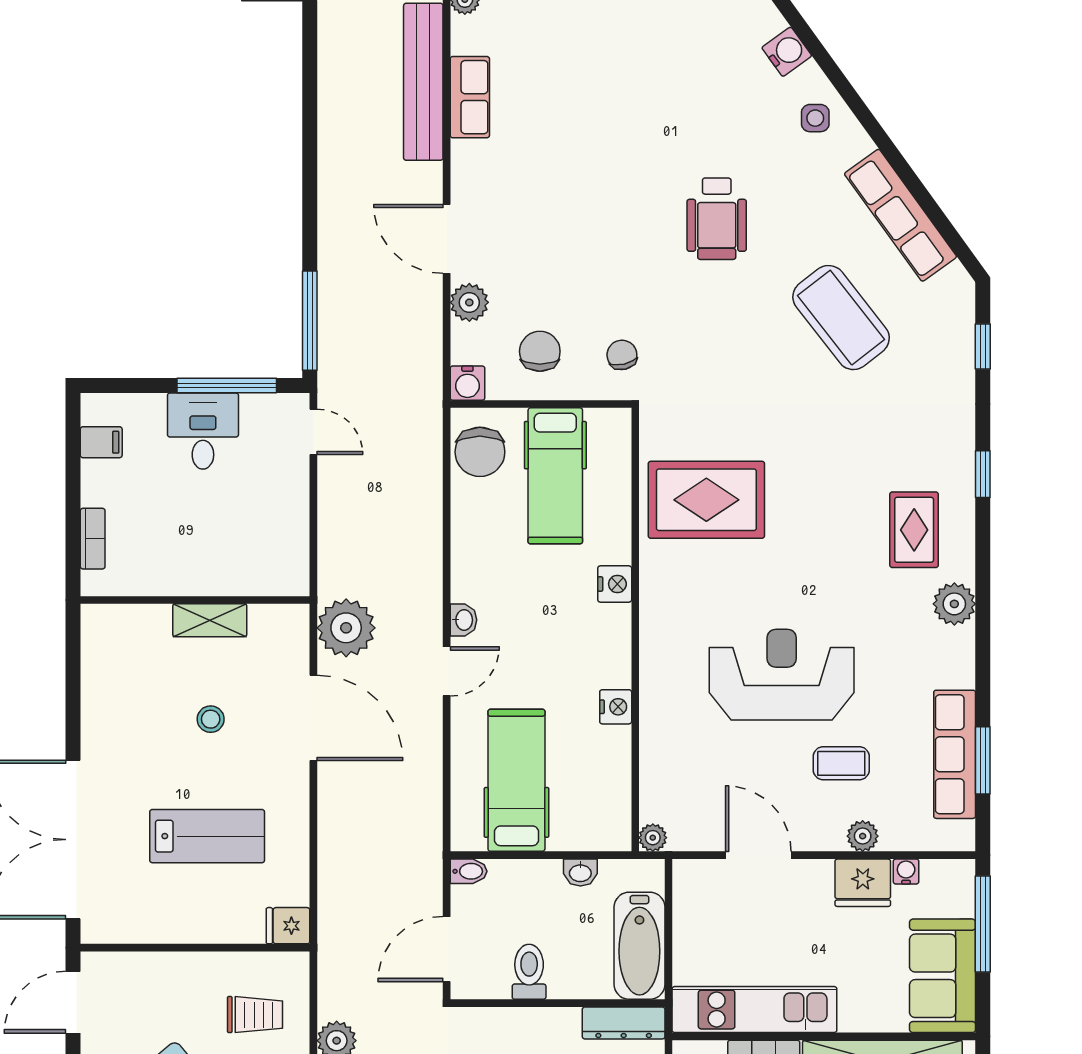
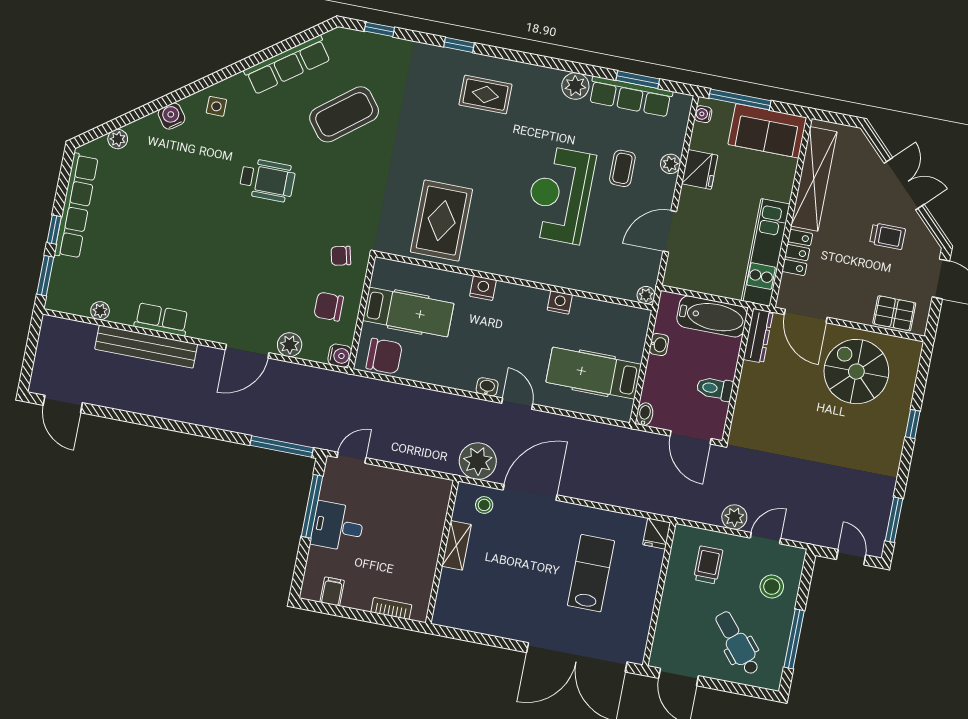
plant: (954, 604) -> (575, 86), moved
stool: (211, 719) -> (484, 505), moved
water cooler: (906, 872) -> (703, 114), moved

